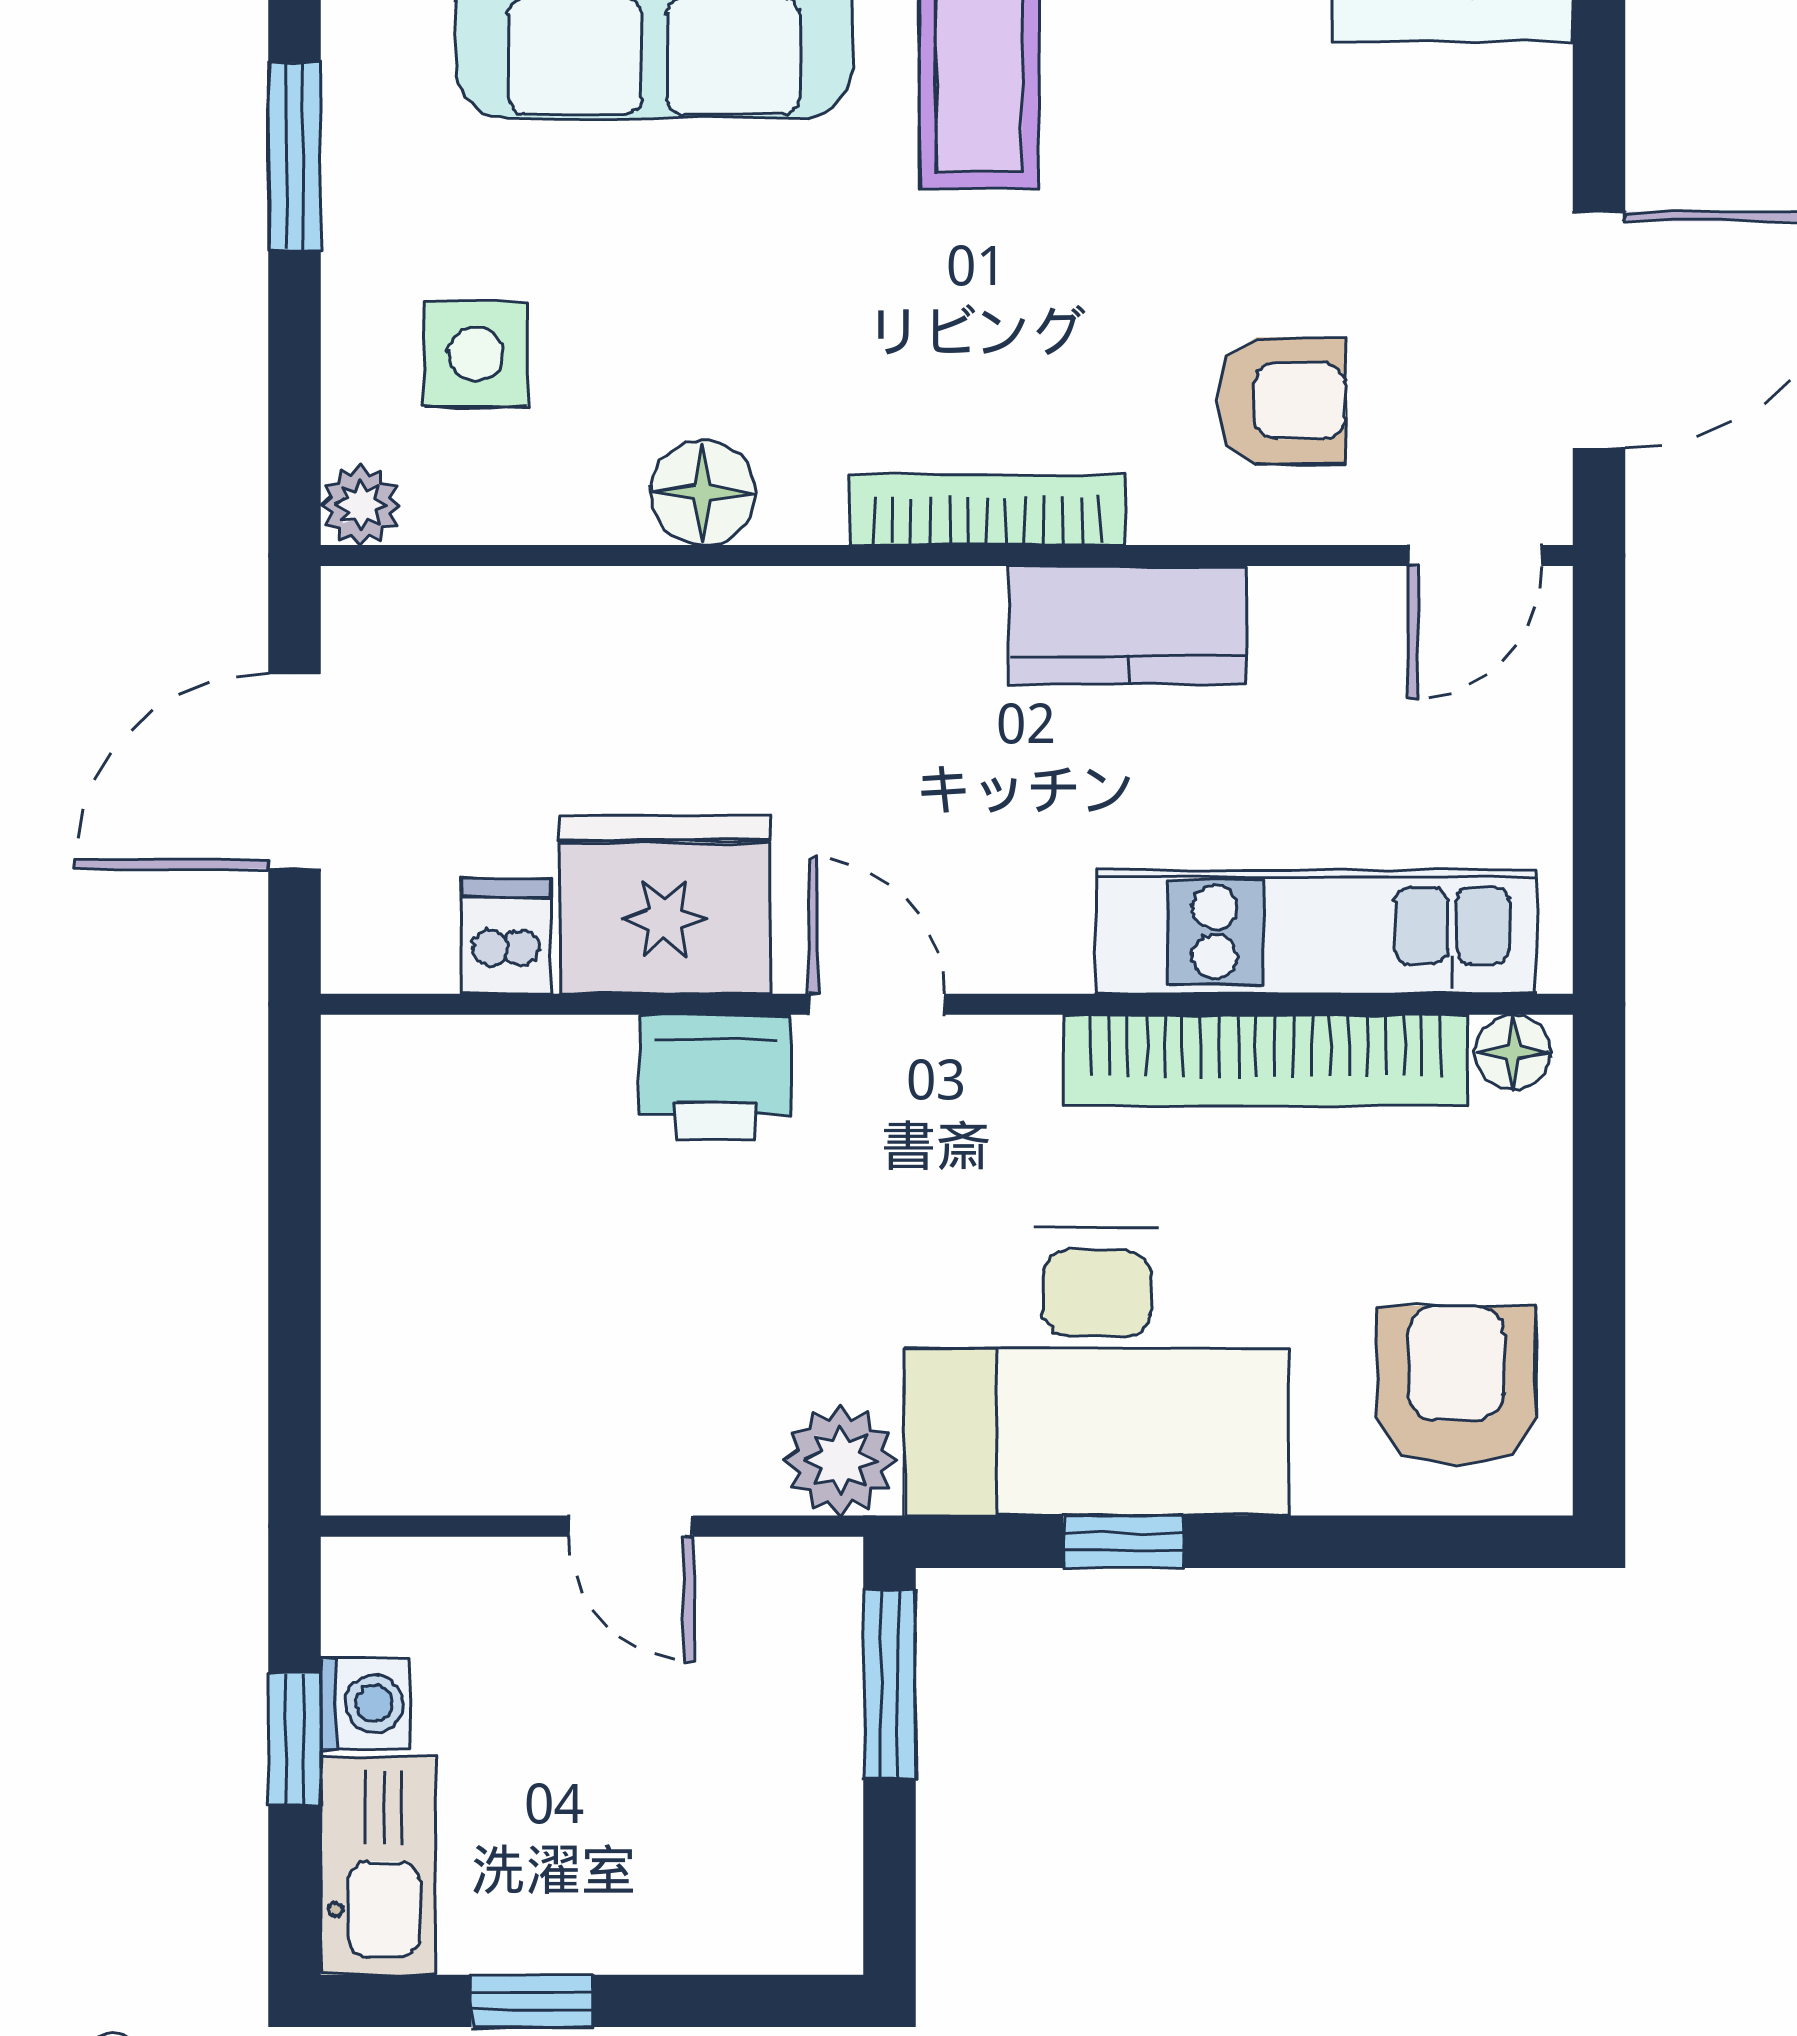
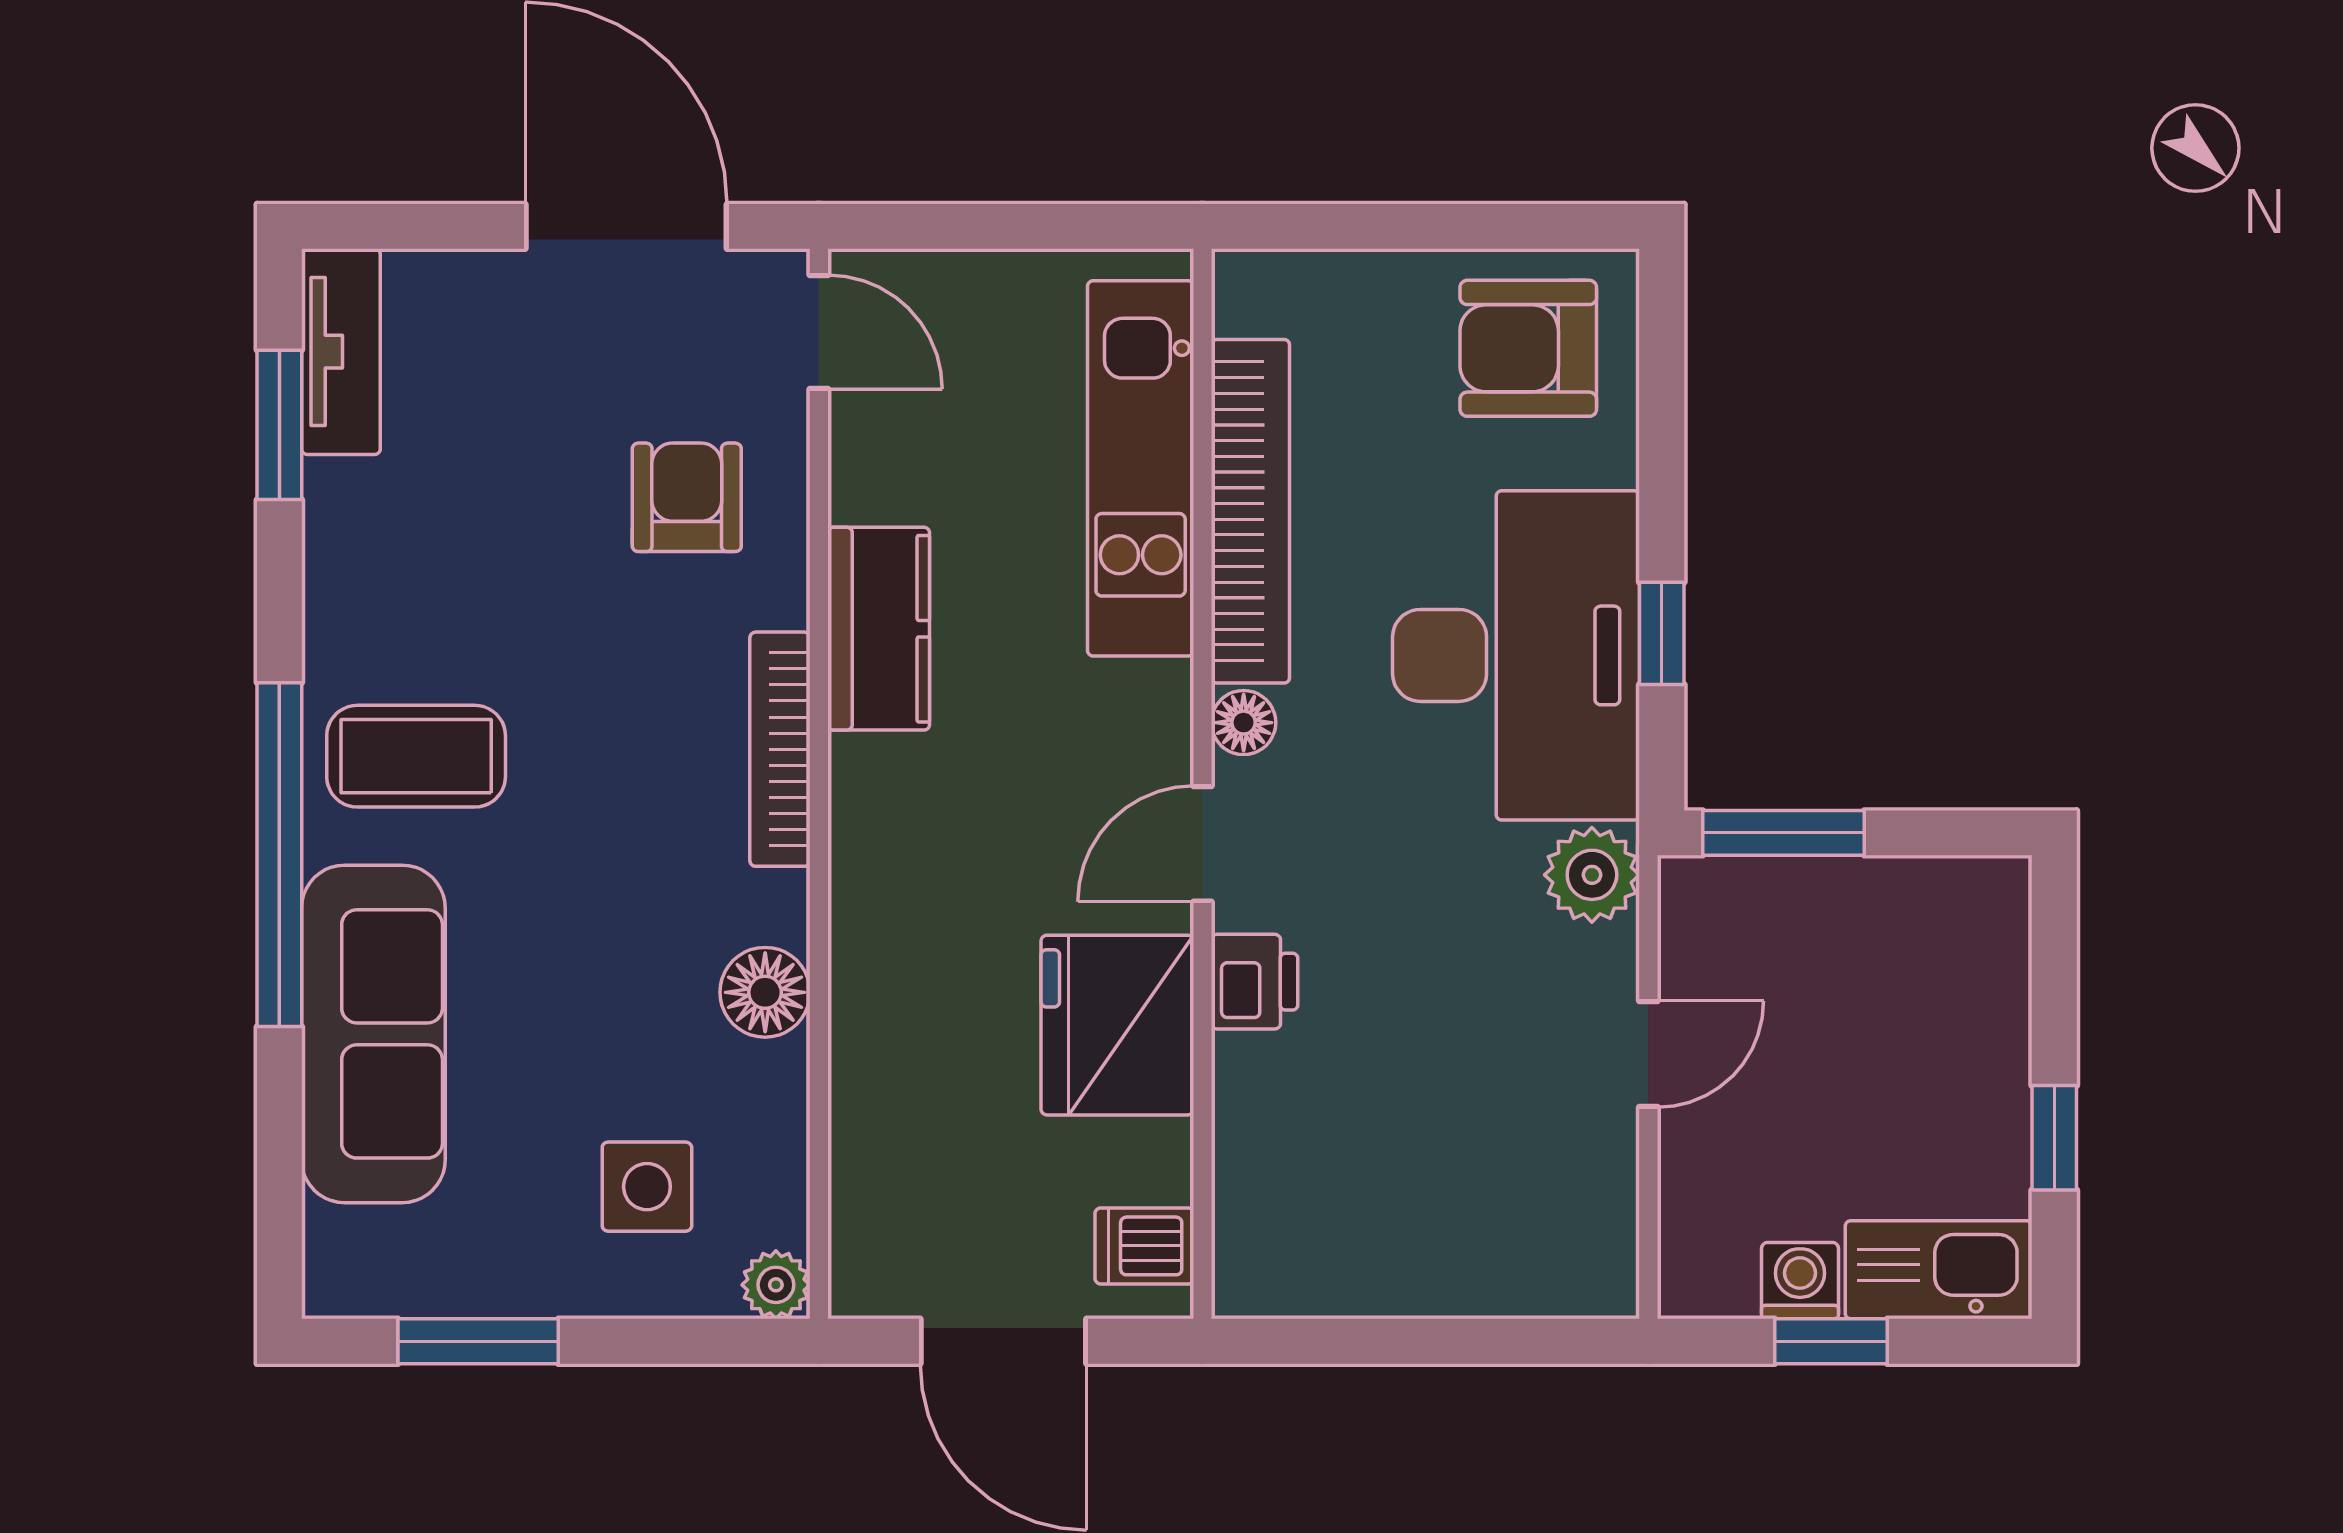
dishwasher: (506, 936) -> (1144, 1246), moved
floor lamp: (1513, 1052) -> (1244, 723), moved
printer: (715, 1077) -> (1254, 982), width x0.73, depth x0.81

